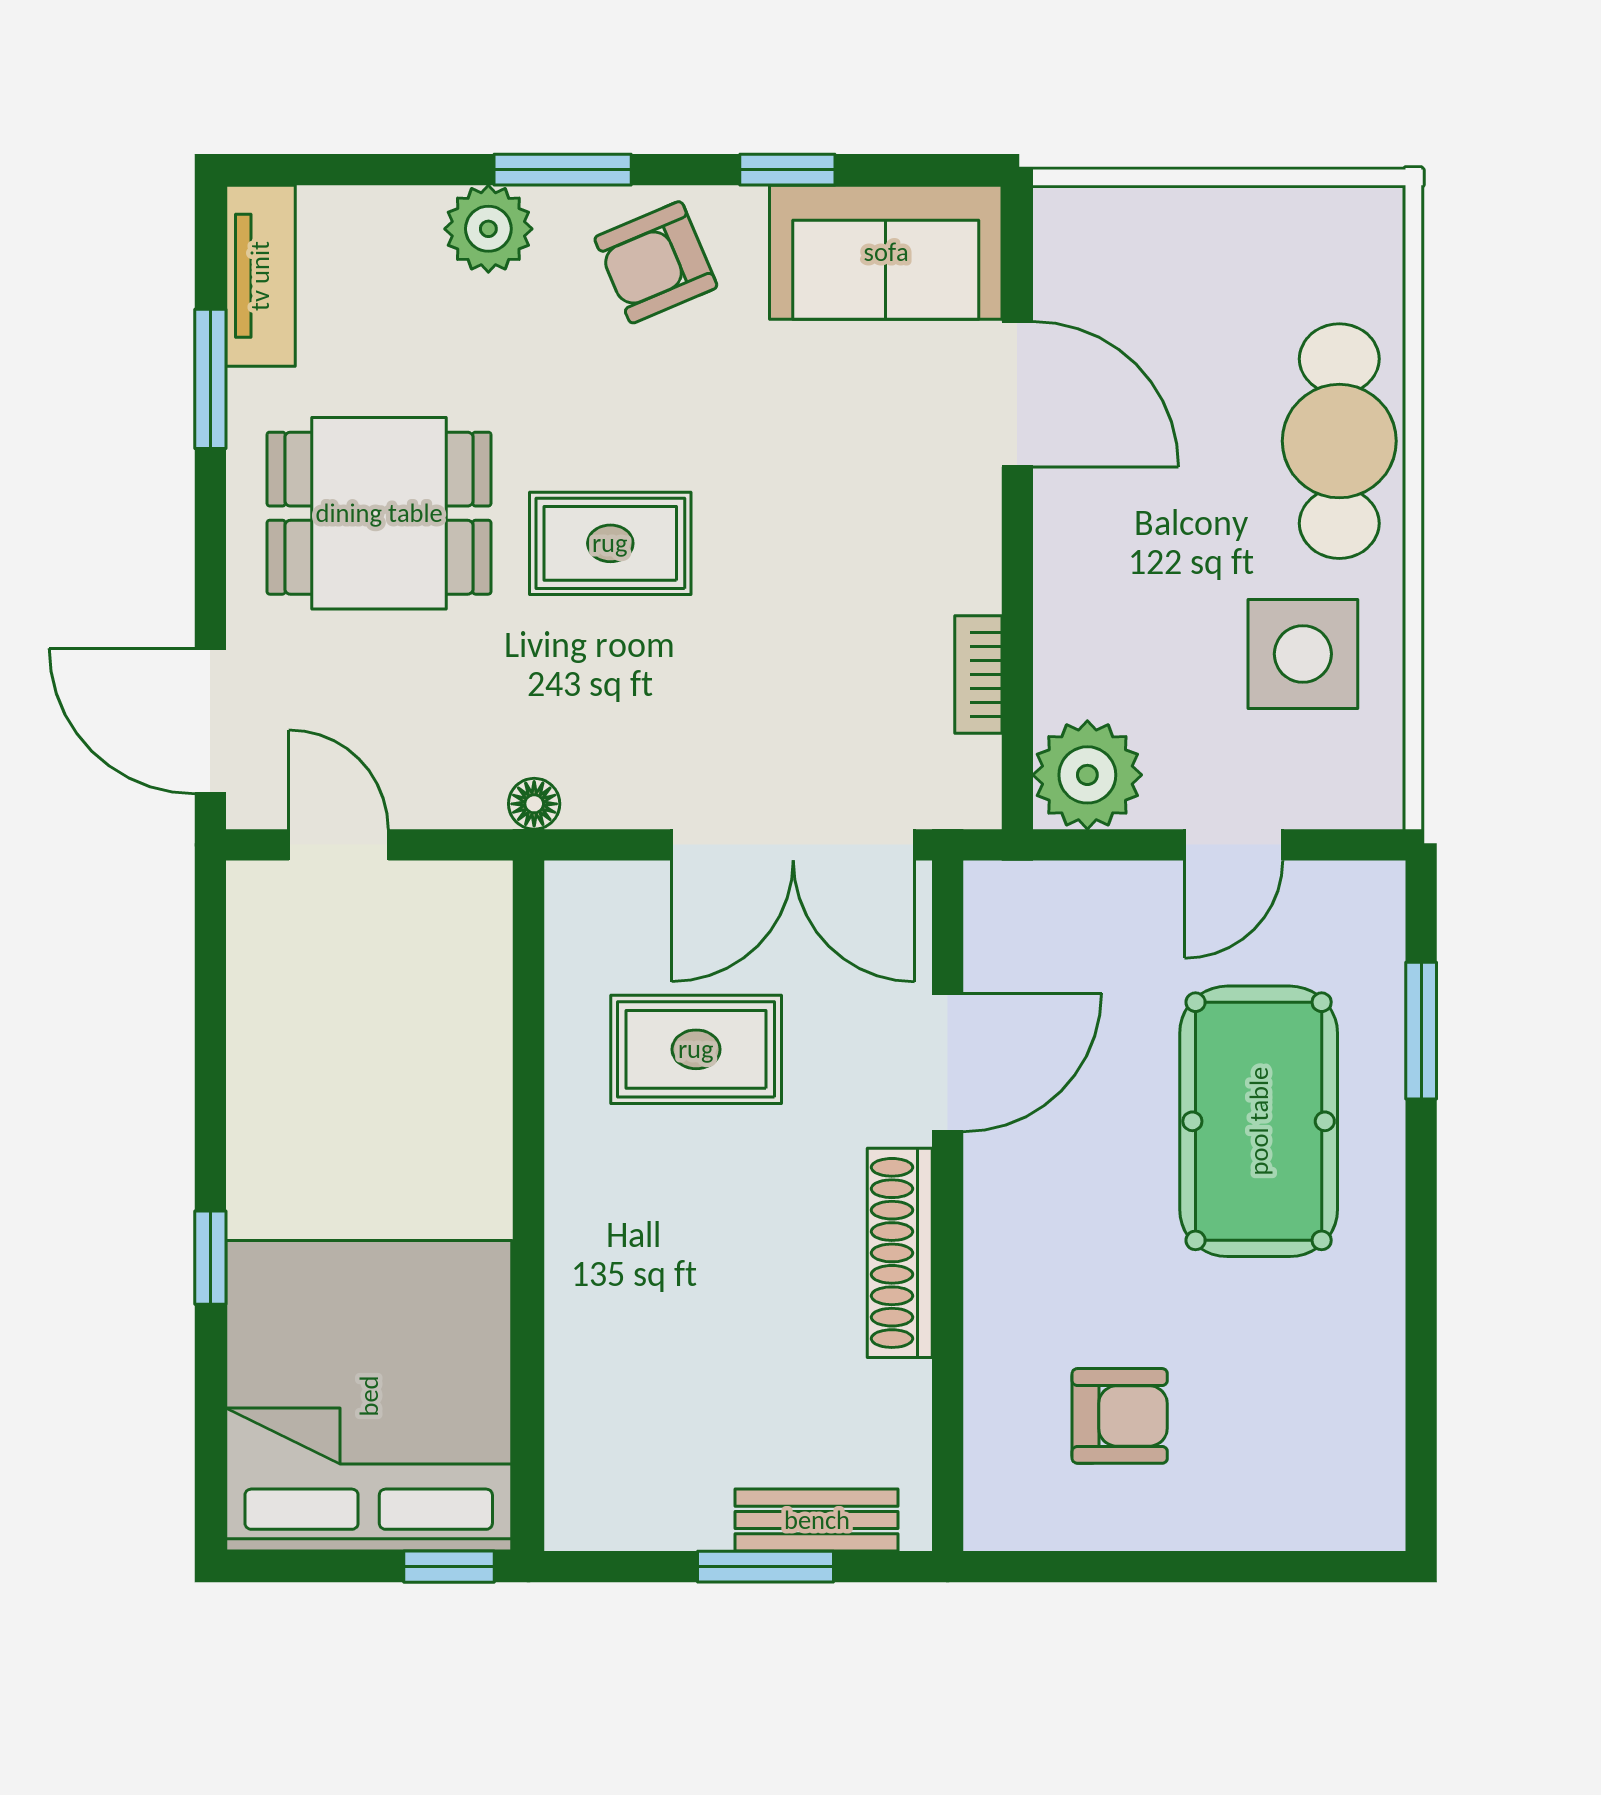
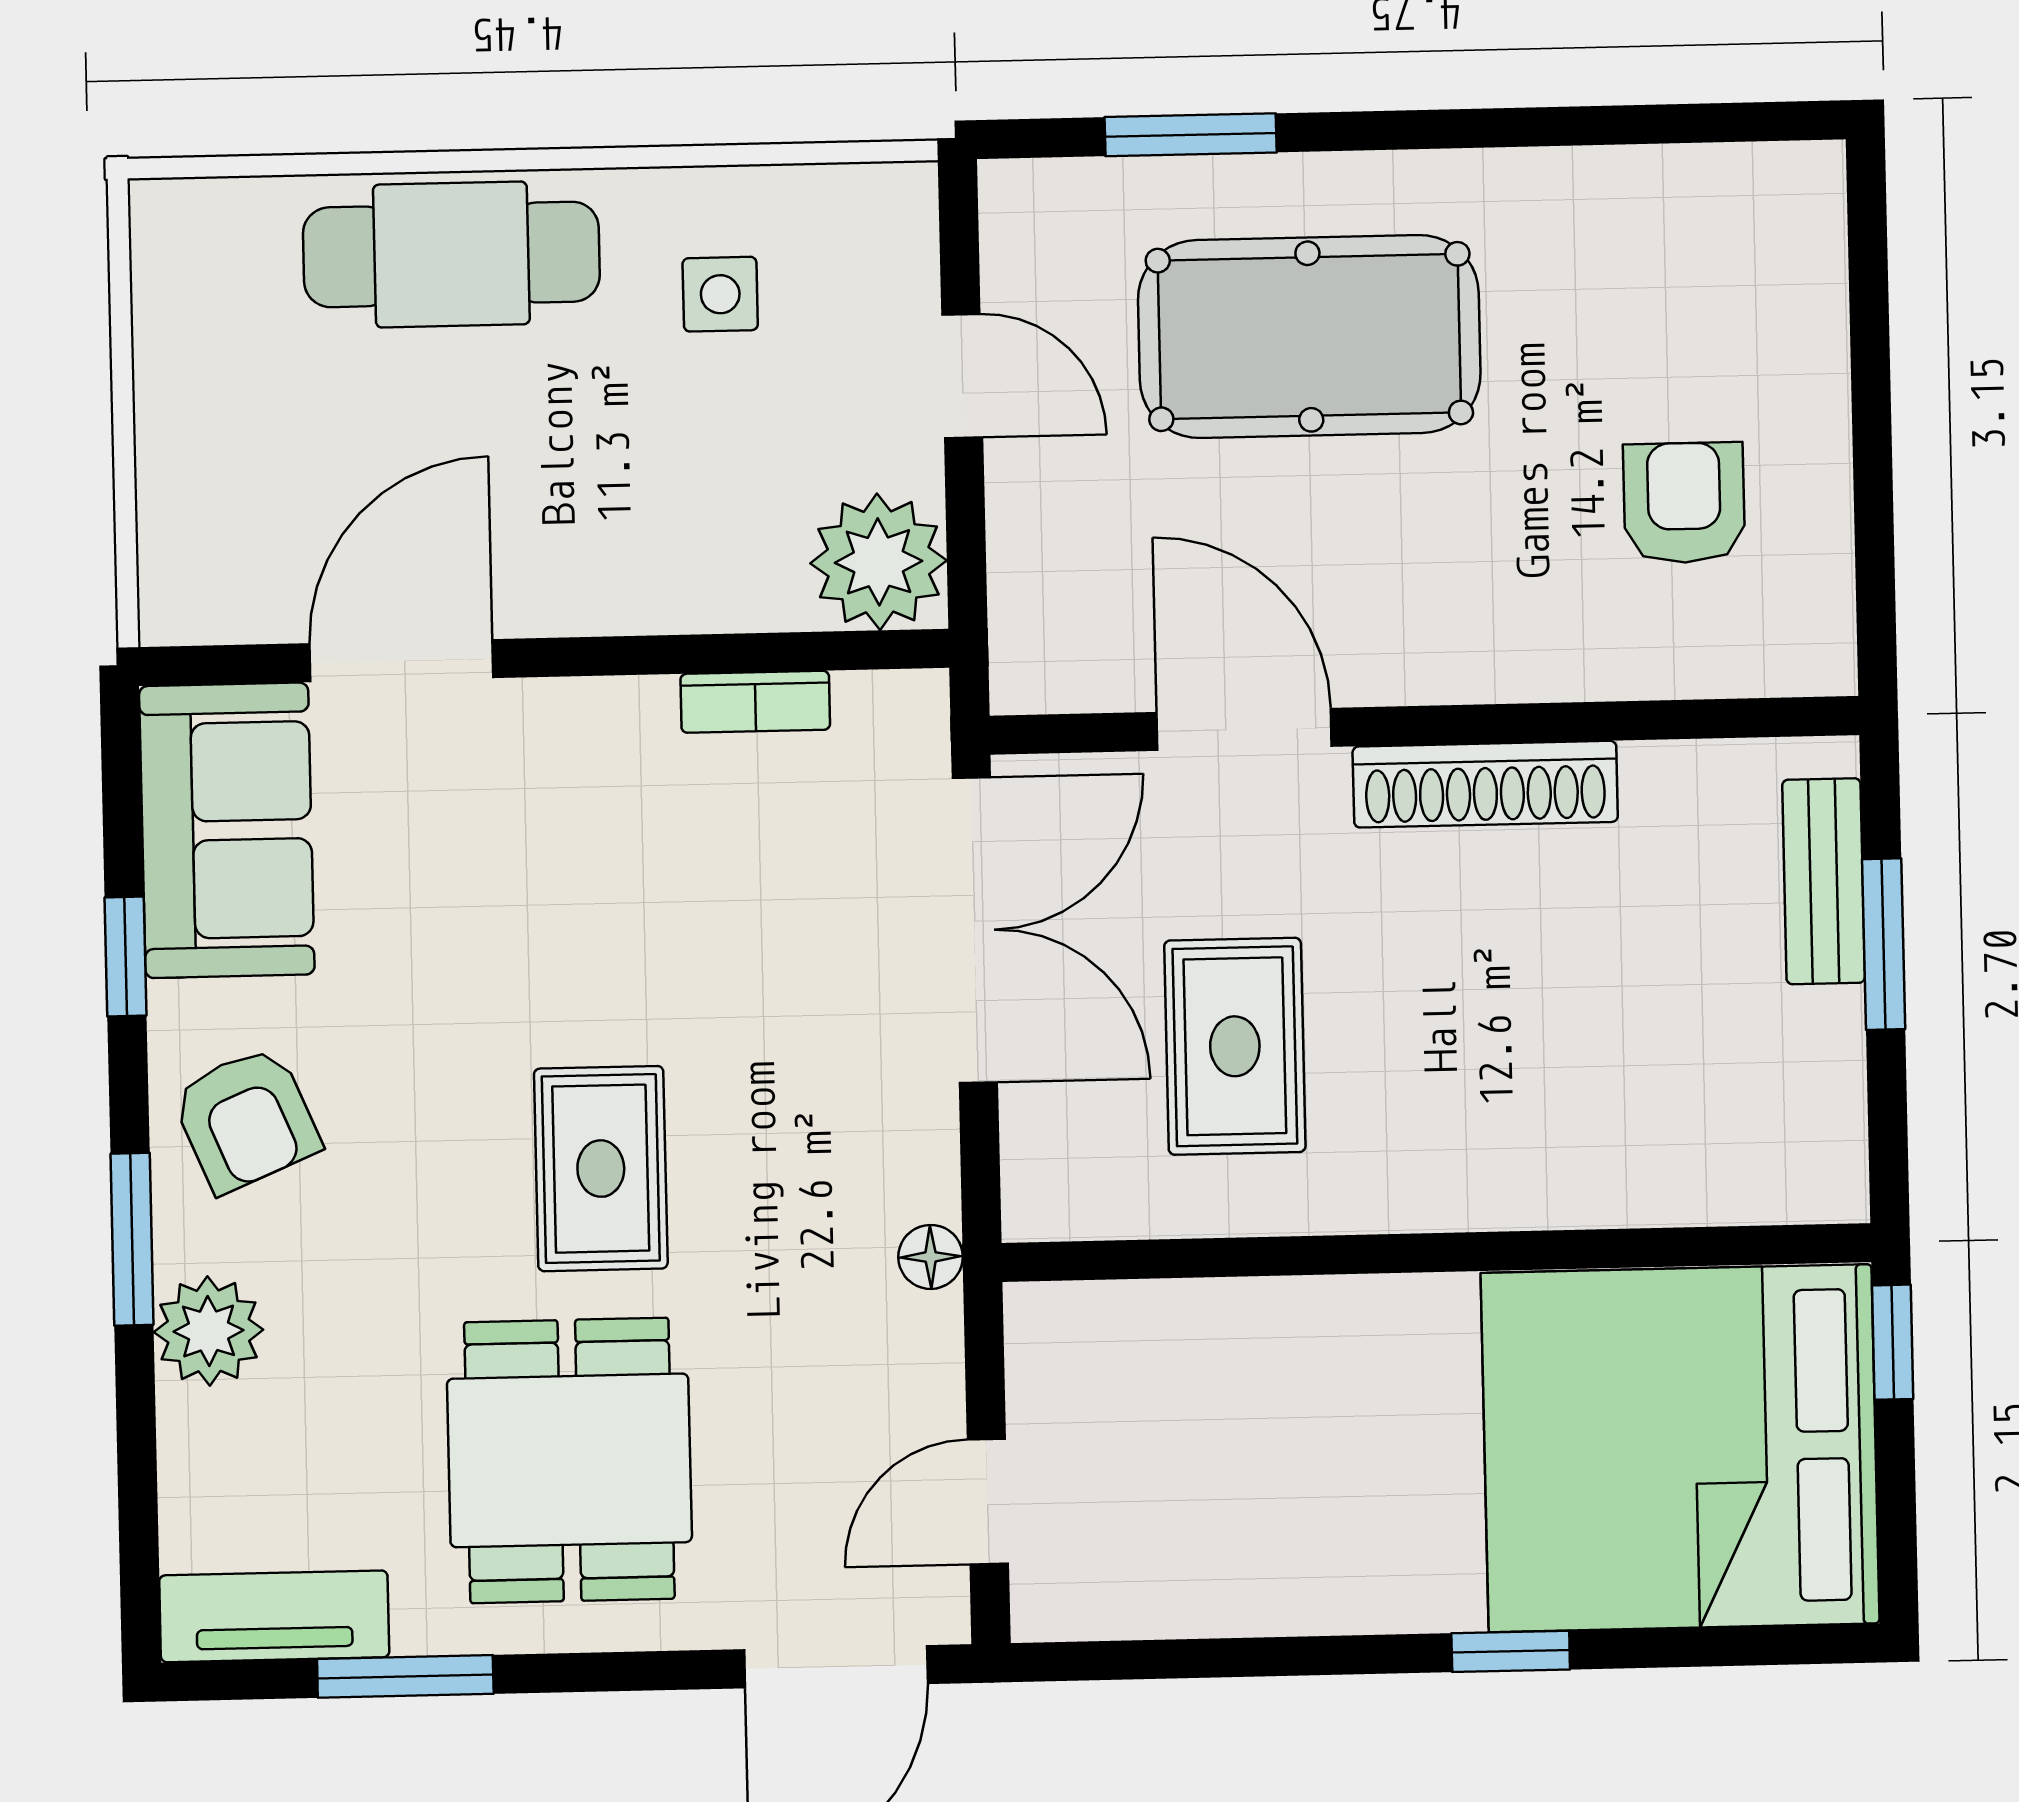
side table: (1303, 654) -> (720, 294), width x0.54, depth x0.54

